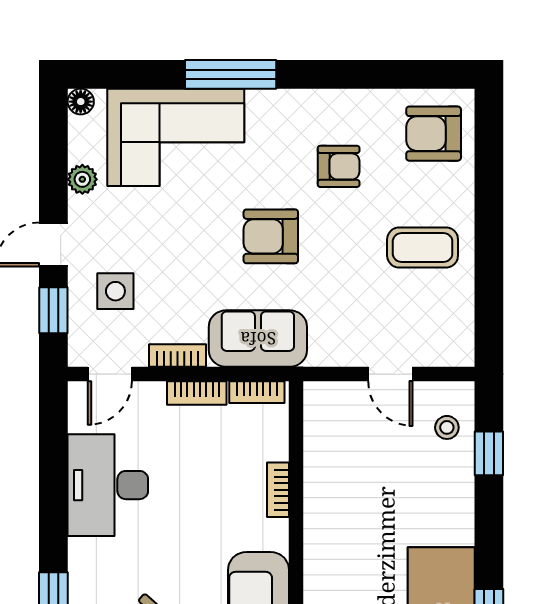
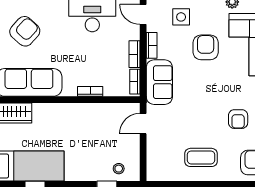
armchair: (271, 236) -> (206, 47), moved
coffee table: (423, 248) -> (201, 157), turned 90
door: (390, 374) -> (143, 124), moved

